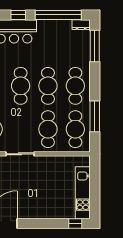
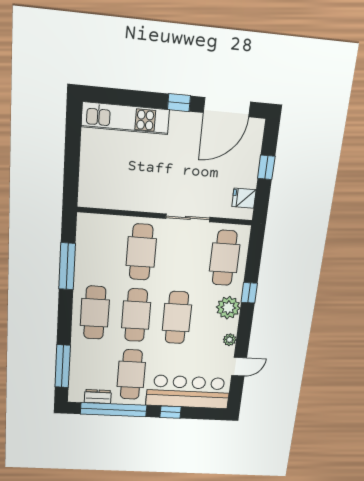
dresser: (81, 25) -> (98, 396), moved
cafe table: (75, 129) -> (131, 375), moved
kitchen unit: (83, 193) -> (125, 118), moved, turned 90
window: (75, 223) -> (179, 103), moved

